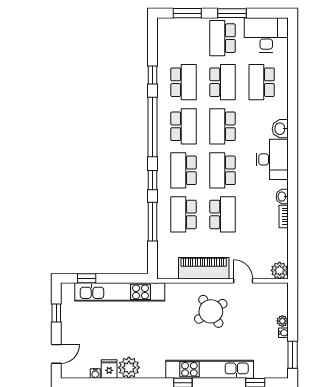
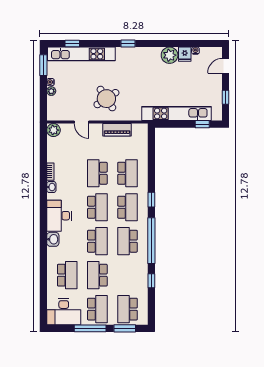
window: (232, 13) -> (90, 328), width x1.44
school desk: (184, 82) -> (127, 309), moved
window: (152, 222) -> (151, 168), removed
piano: (204, 268) -> (117, 130), width x0.73, depth x0.75
kitchen unit: (210, 369) -> (81, 54), moved

